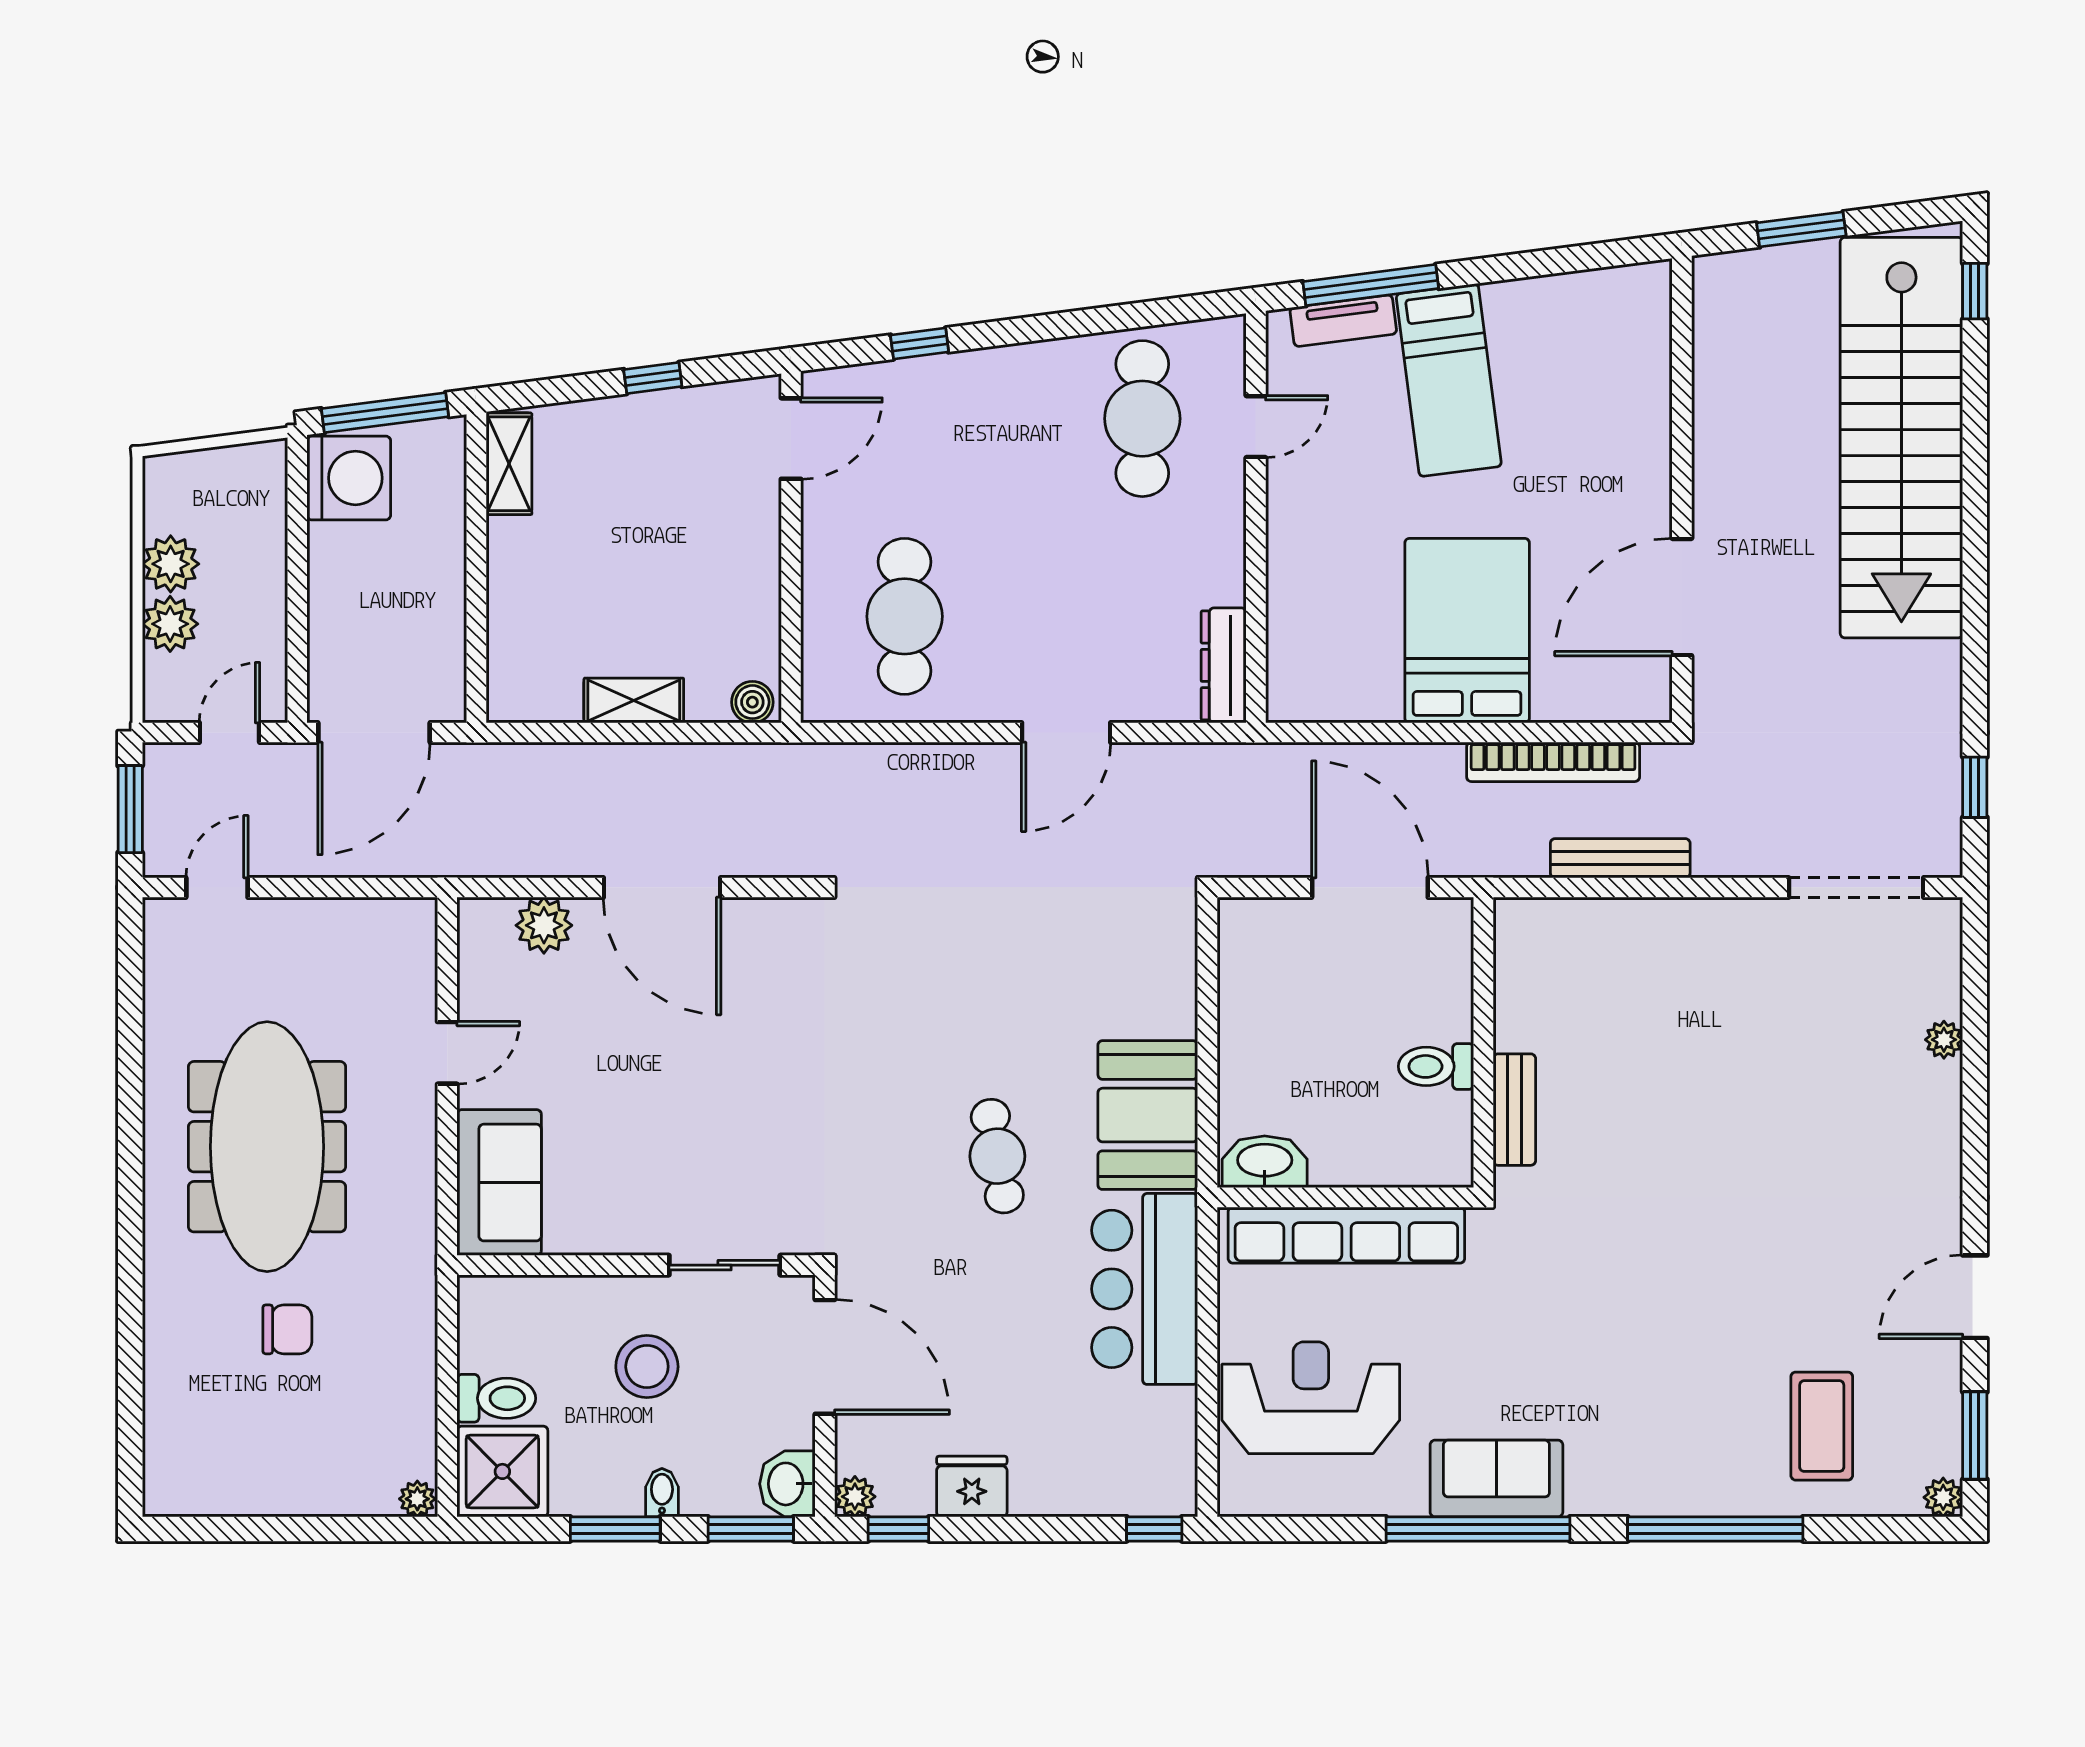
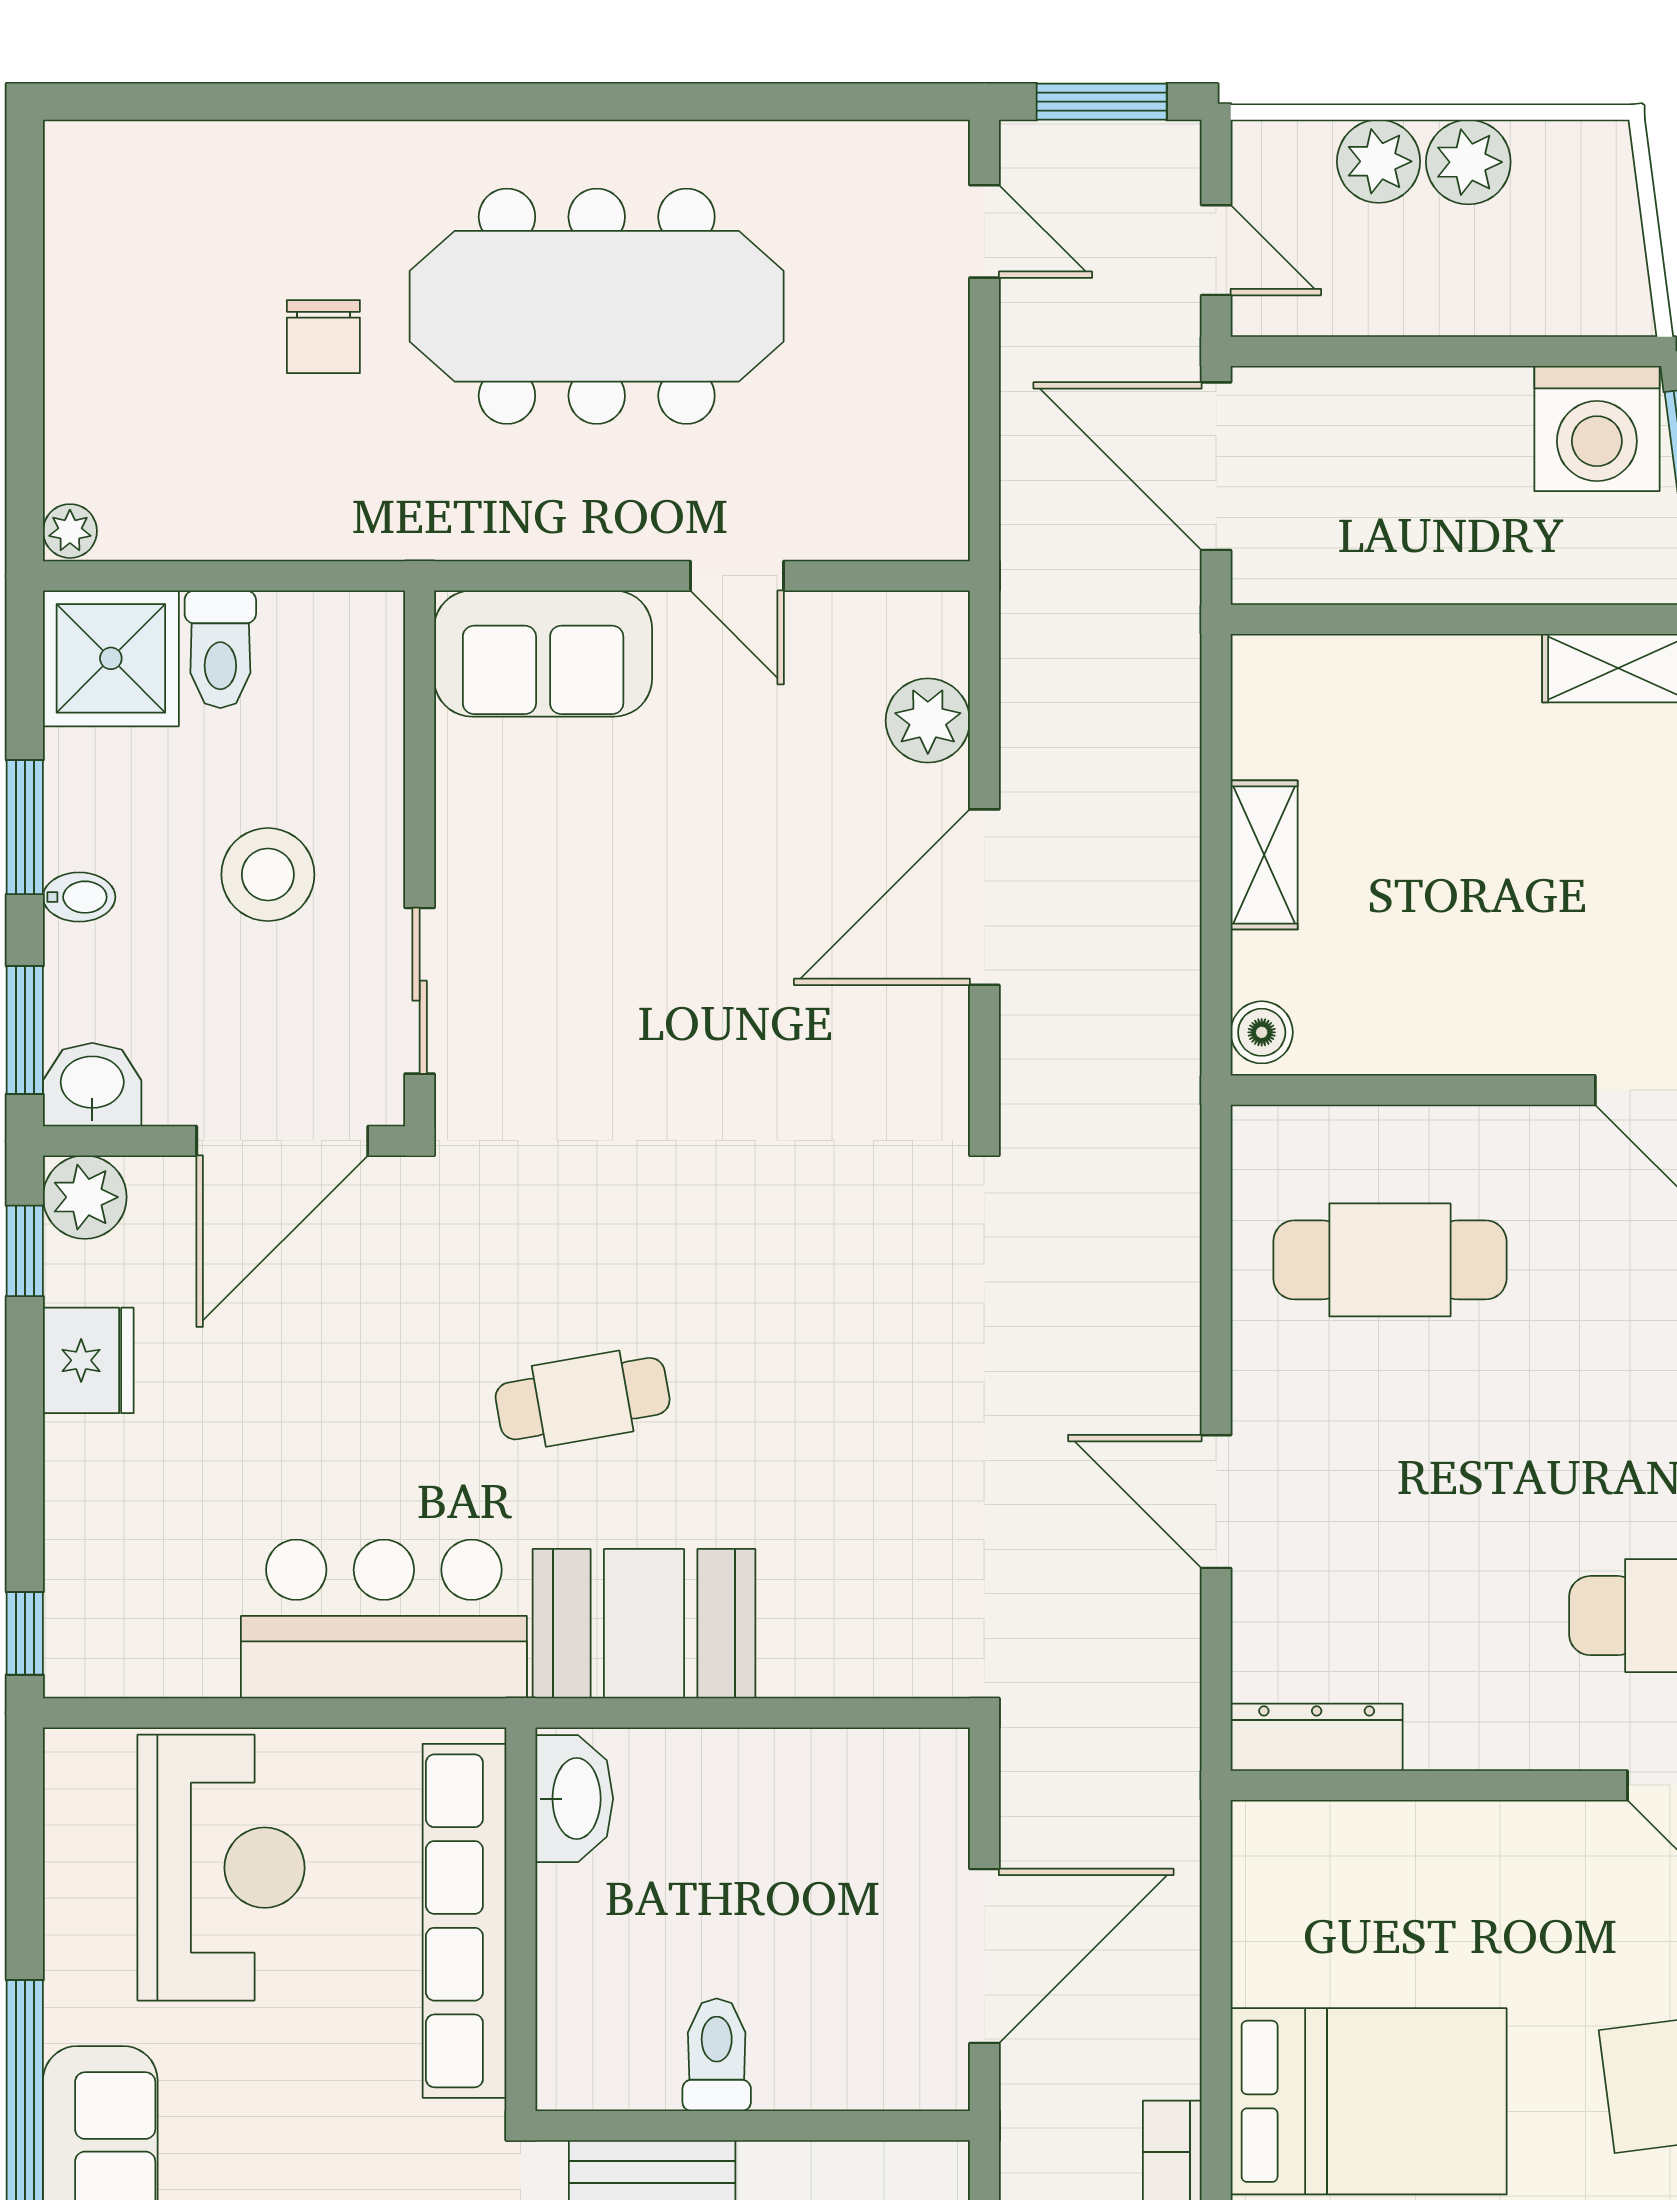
plant: (855, 1497) -> (85, 1197), width x1.38, depth x1.38

